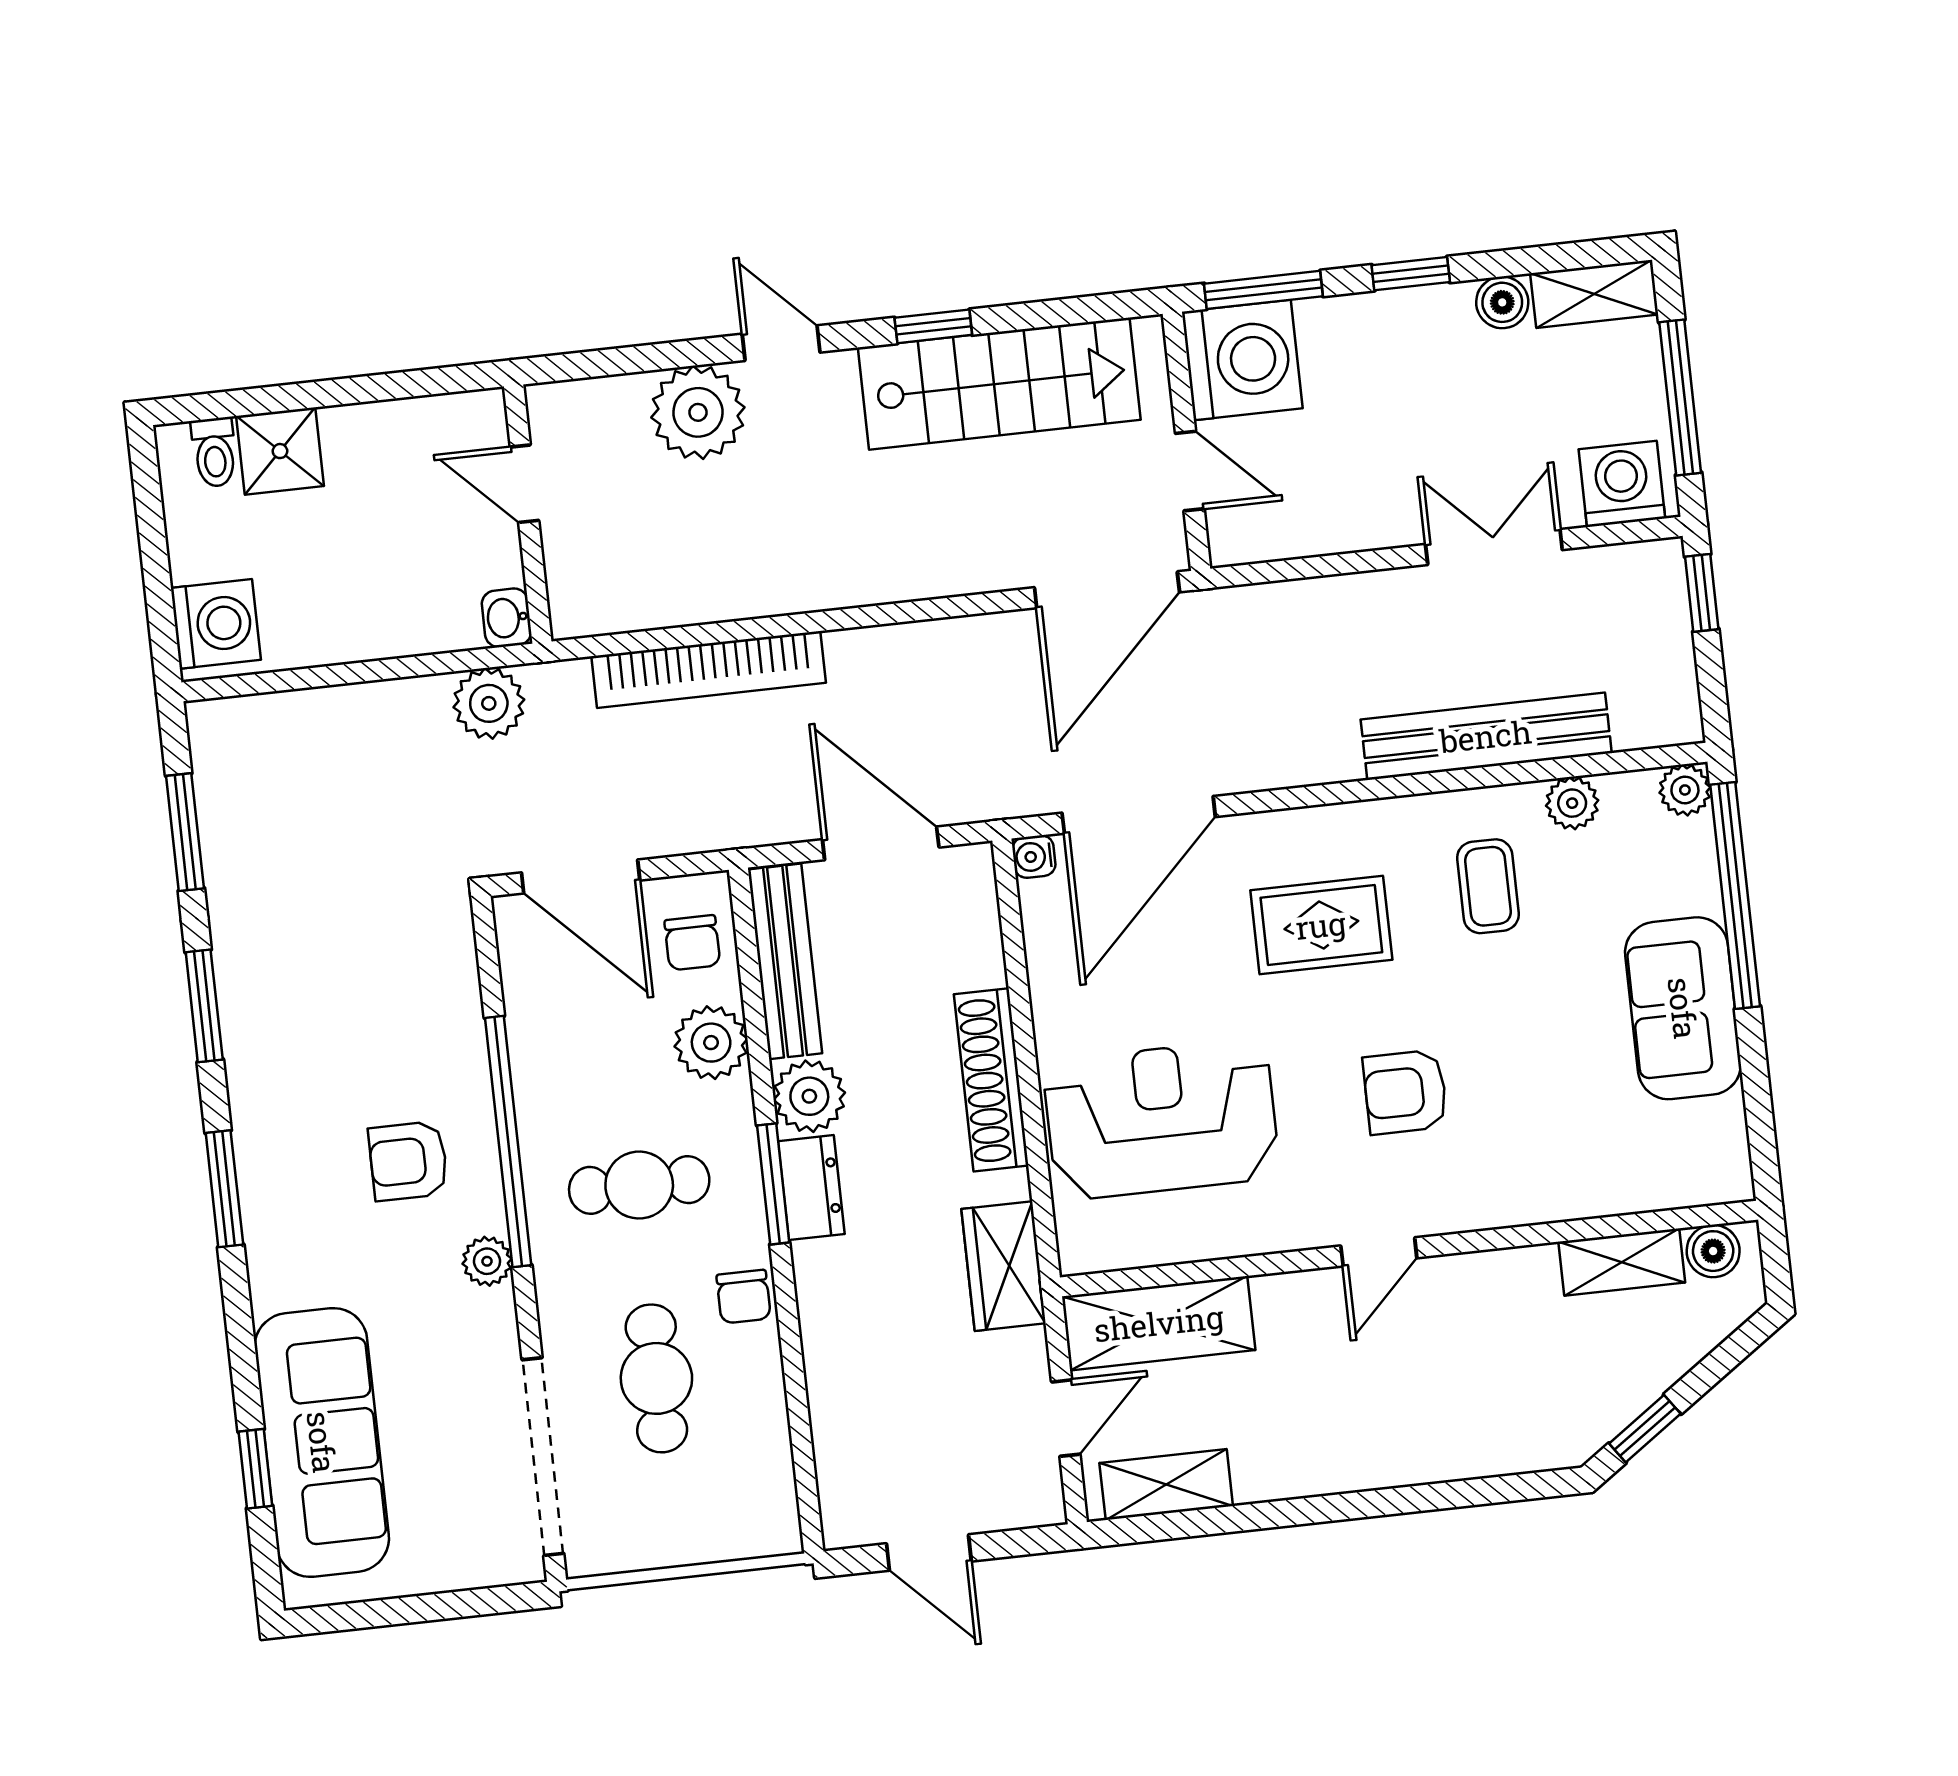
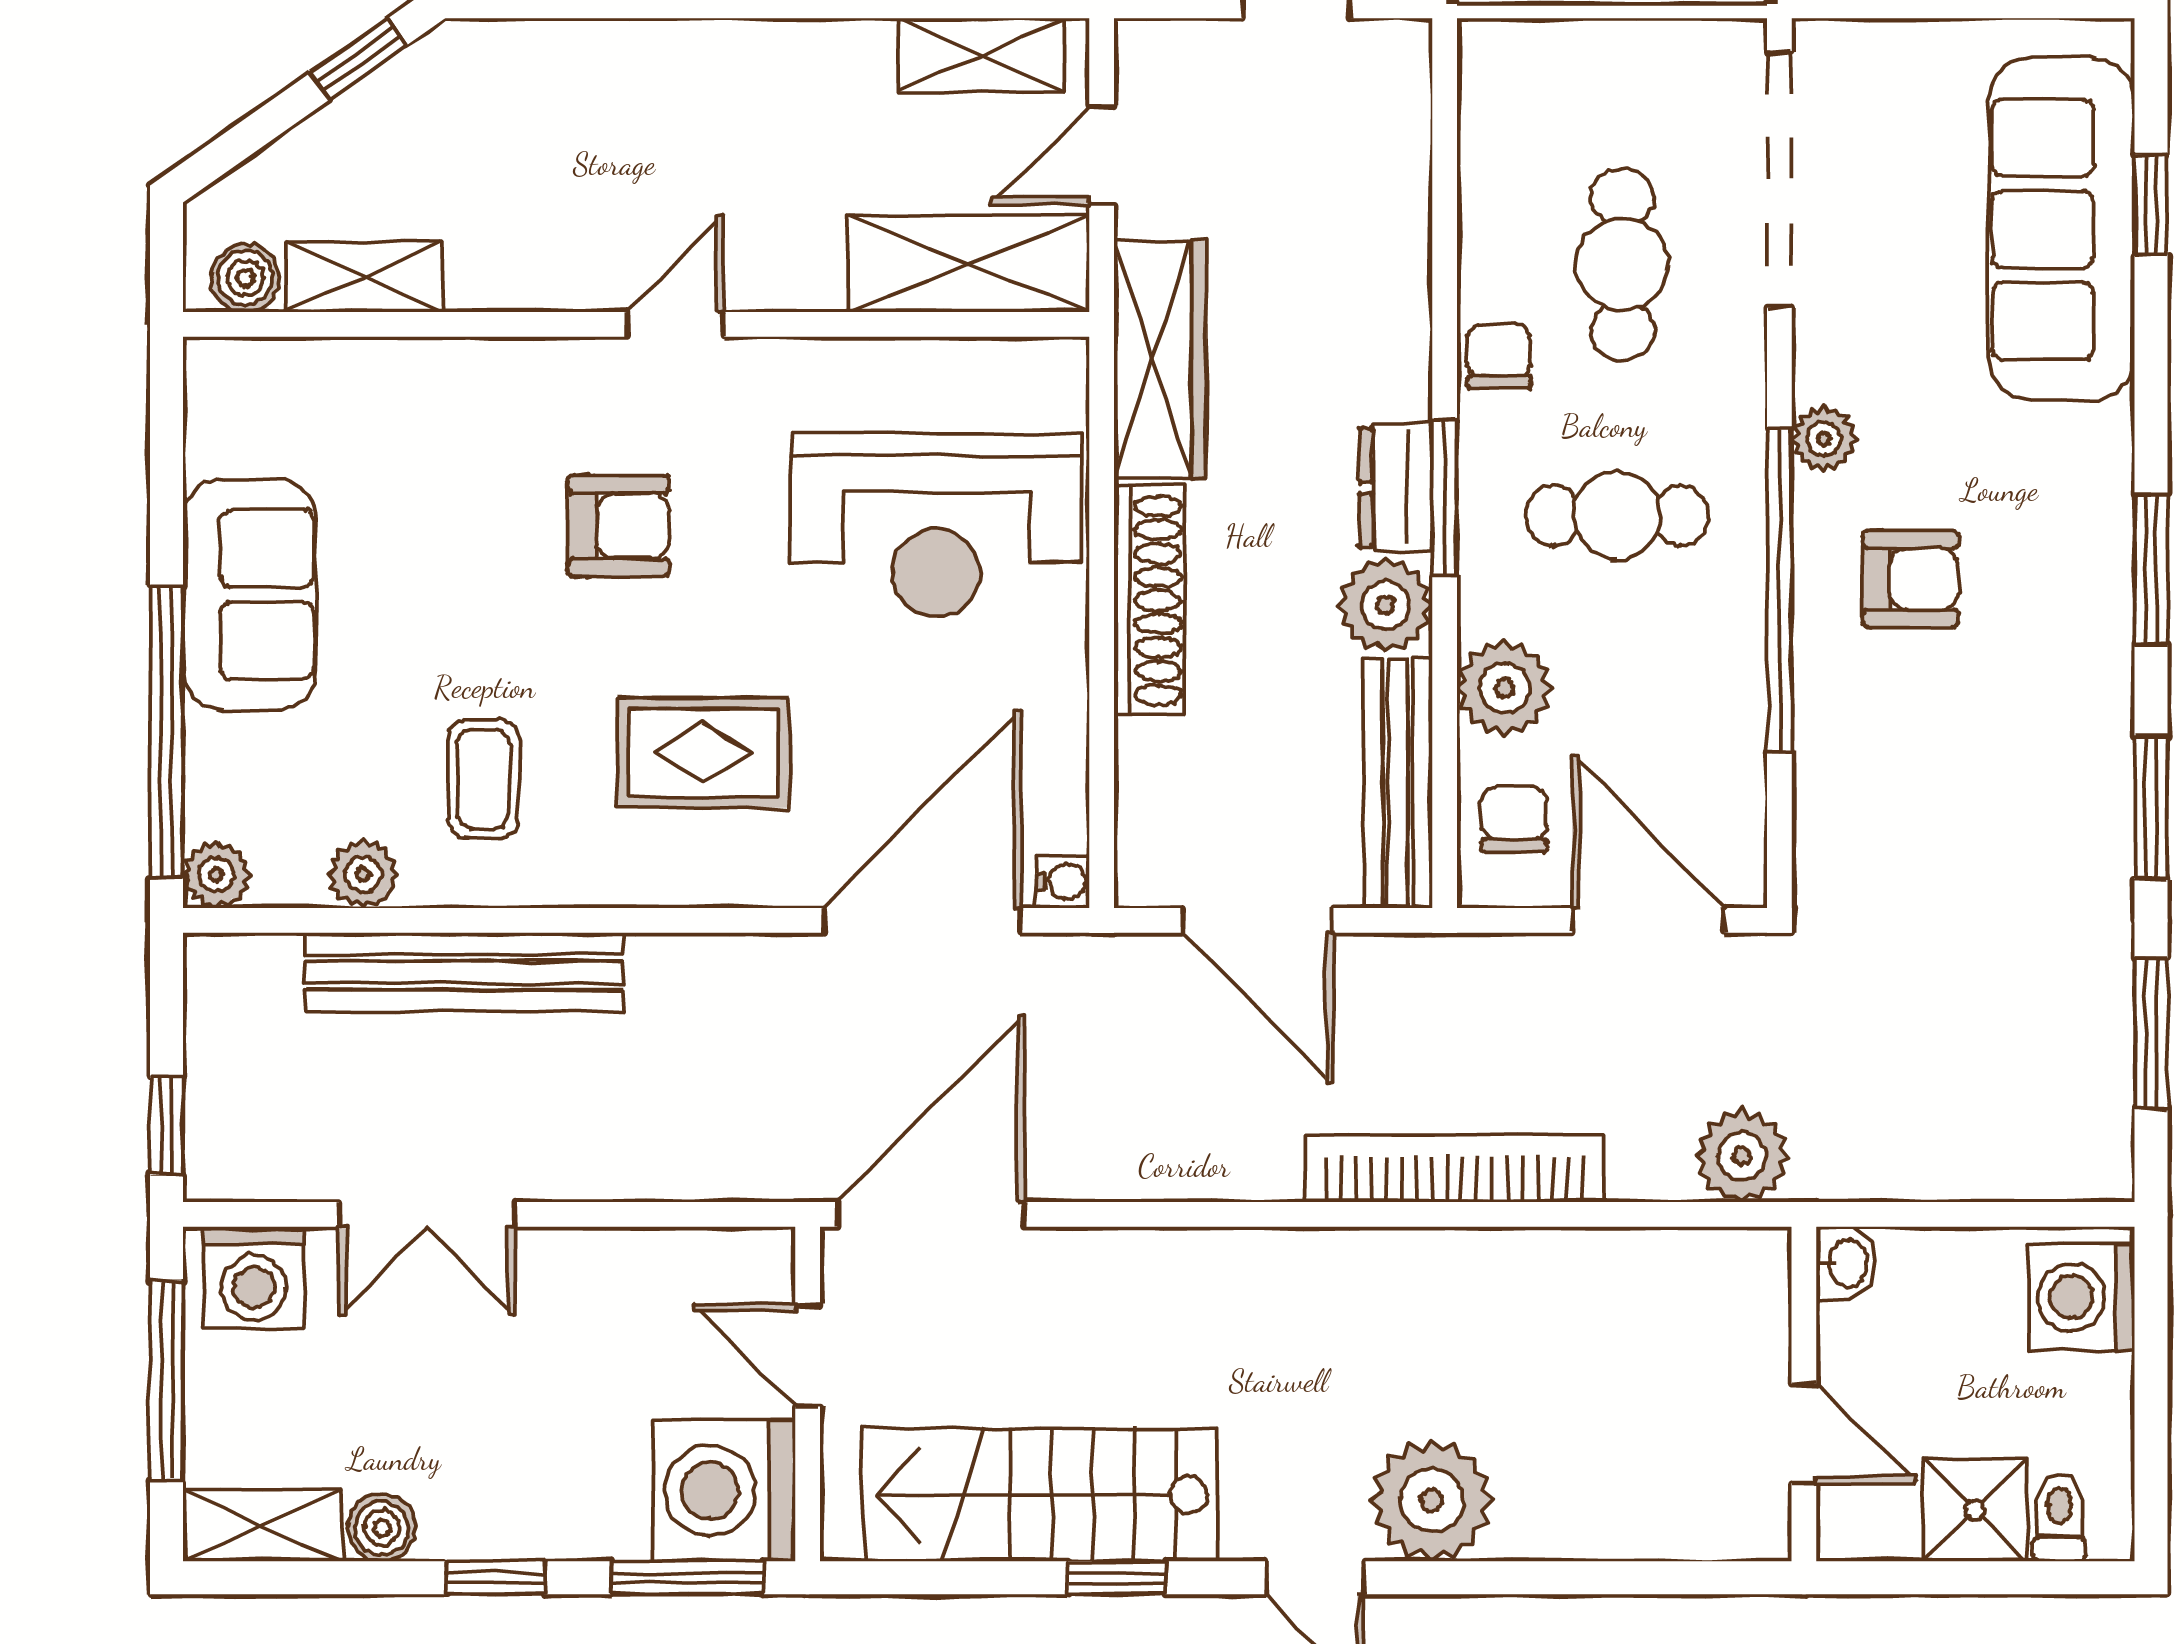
door: (524, 484) -> (1804, 1433), moved
wall: (528, 514) -> (1804, 1394), moved
washbasin: (507, 618) -> (1846, 1264), moved
wardrobe: (1004, 1266) -> (1160, 359), width x1.50

